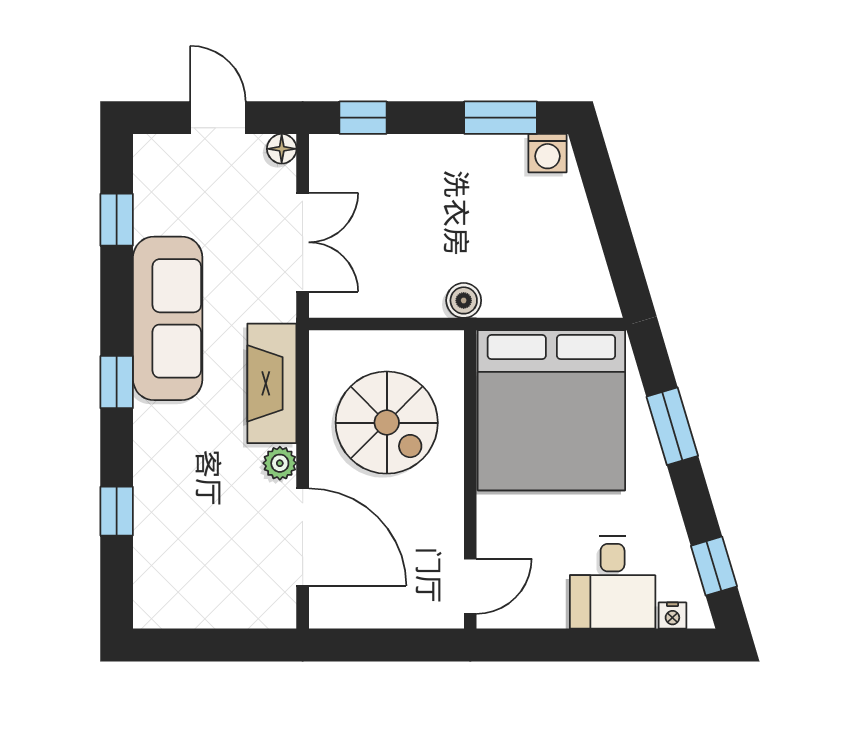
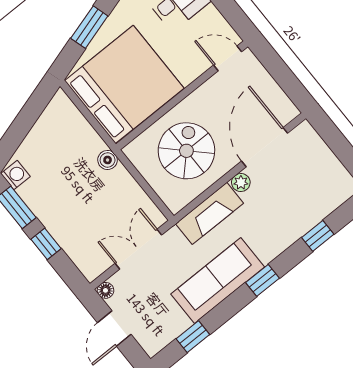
window: (363, 118) -> (46, 244), moved

